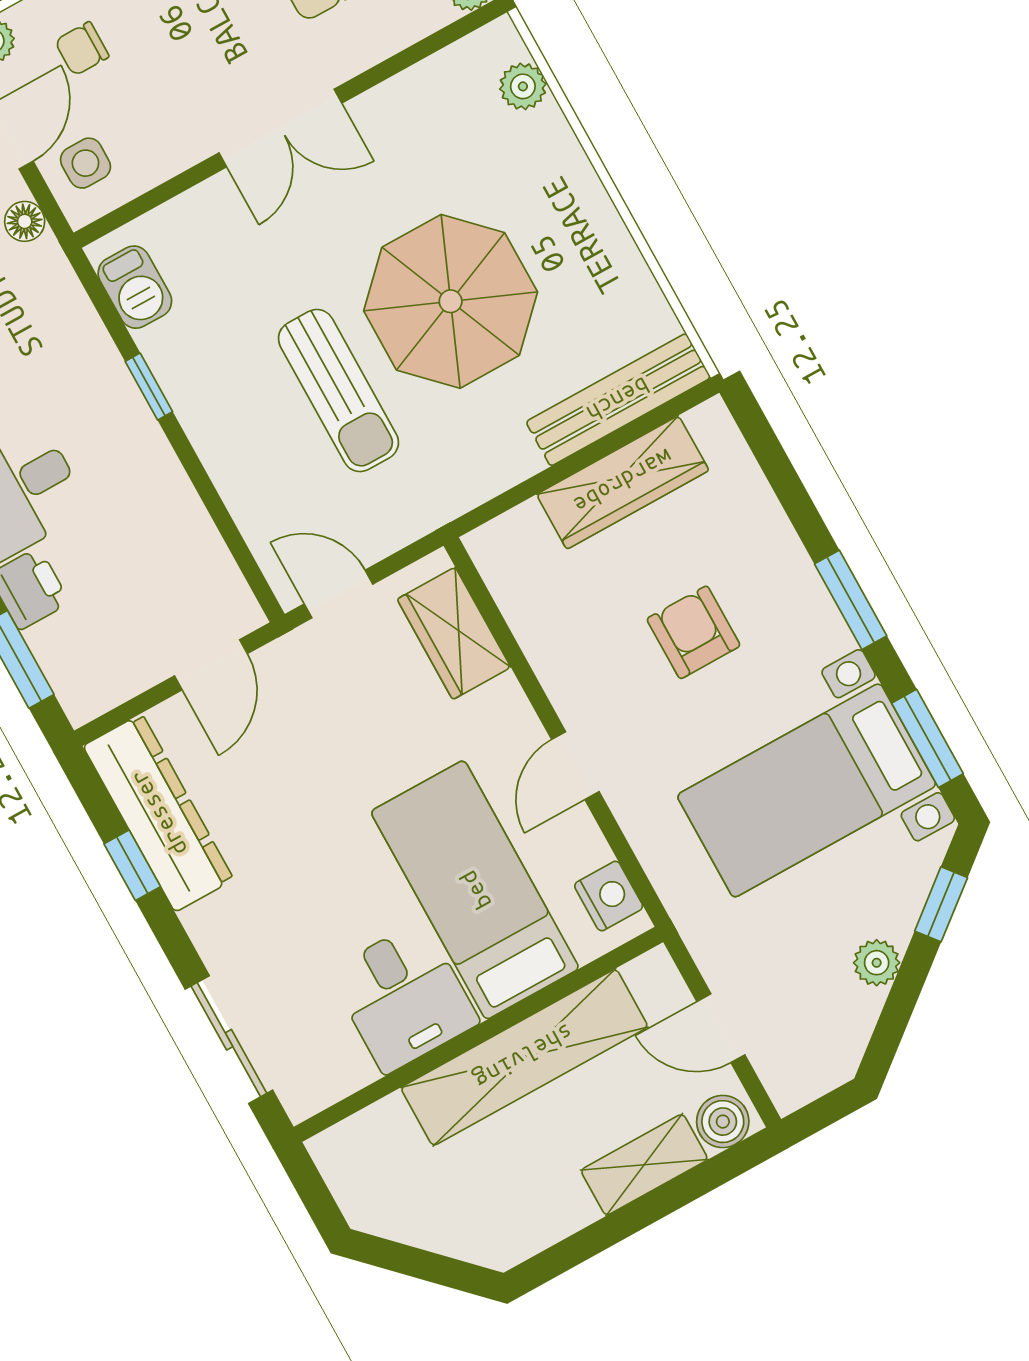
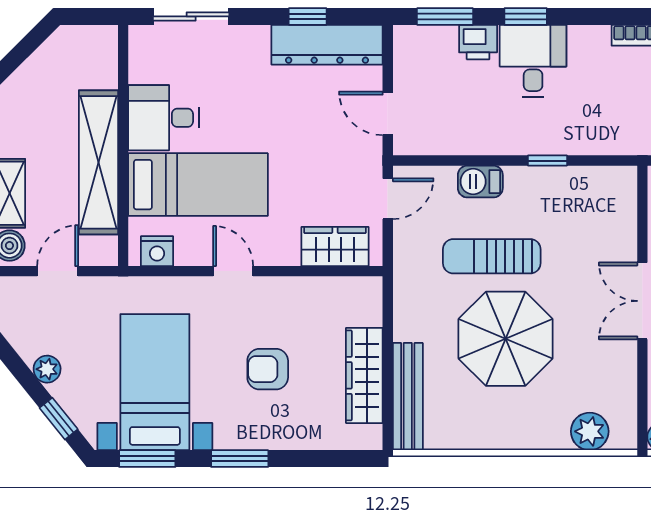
plant: (523, 86) -> (590, 431), width x1.38, depth x1.38
barbecue: (135, 287) -> (480, 182), moved
armchair: (693, 632) -> (268, 369), turned 180

